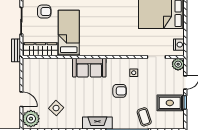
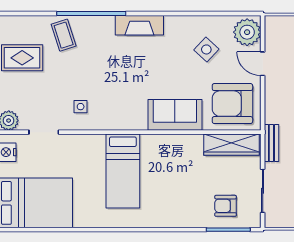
bed: (69, 33) -> (123, 171), moved
sofa: (89, 68) -> (175, 115), moved
armchair: (120, 91) -> (232, 104), moved, width x1.88, depth x1.88

